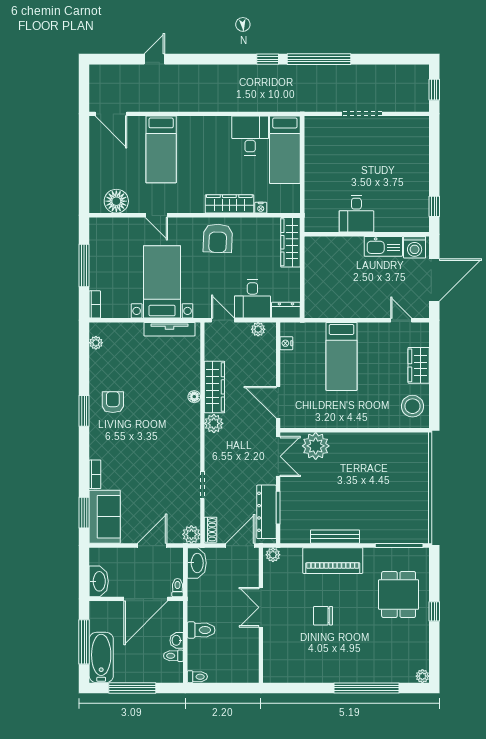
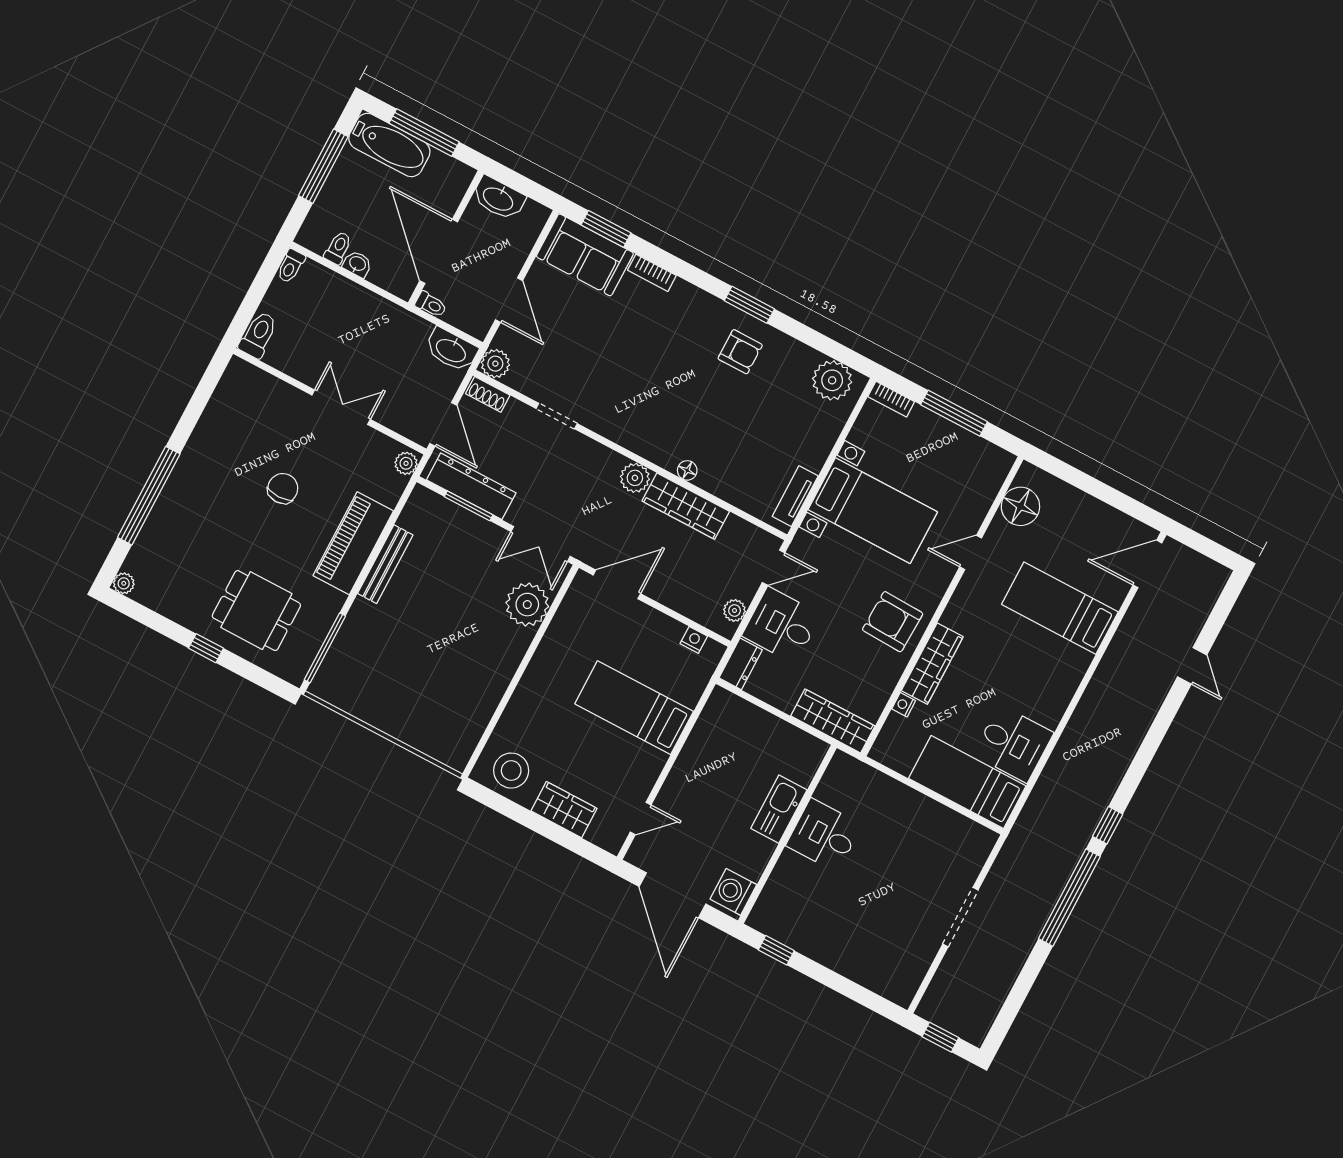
kitchen sink: (383, 246) -> (779, 809), moved
tv unit: (169, 329) -> (795, 496), width x0.71
plant: (96, 343) -> (832, 380), width x1.88, depth x1.88
toilet: (201, 630) -> (258, 335), moved, turned 180

